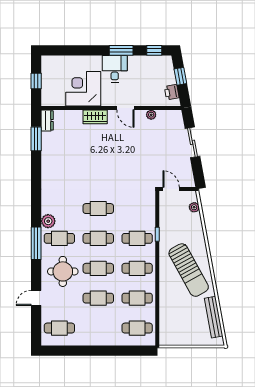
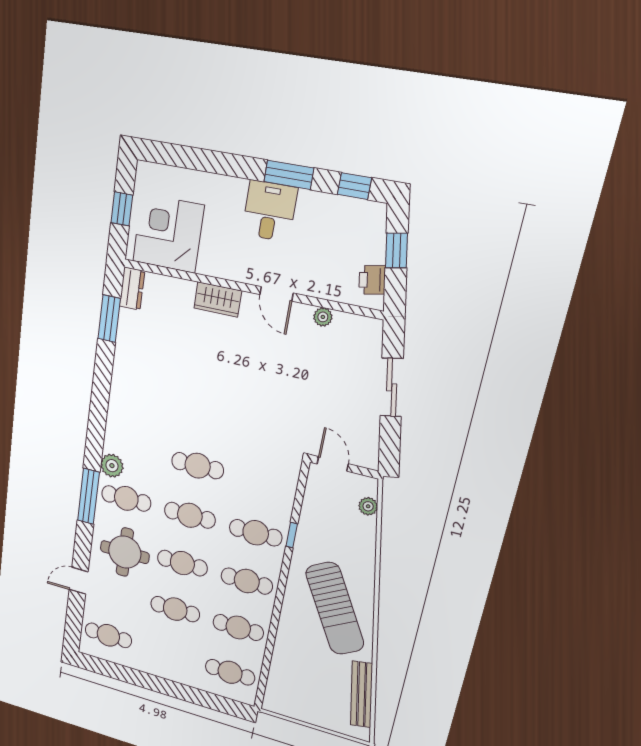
corner desk: (83, 89) -> (168, 233), moved

